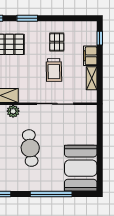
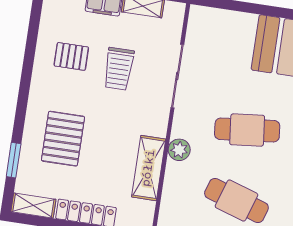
window: (27, 18) -> (22, 101), removed
trolley: (54, 70) -> (119, 69), turned 91

